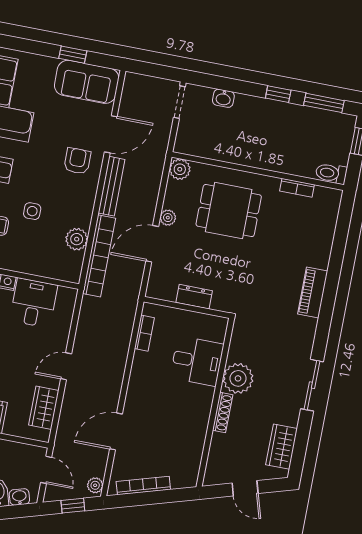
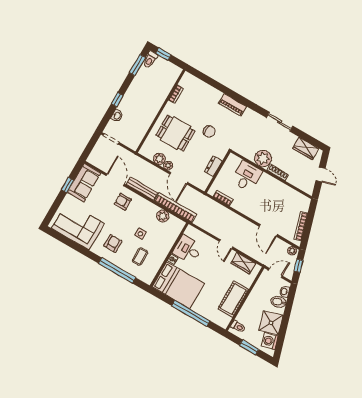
window: (278, 94) -> (117, 100), moved
plant: (180, 169) -> (159, 159), moved
toilet: (331, 173) -> (150, 60), moved
dining table: (229, 211) -> (175, 133), turned 90
chair: (252, 268) -> (209, 131), added
door: (245, 488) -> (320, 175), hinge flipped

